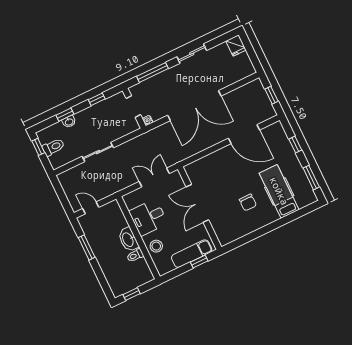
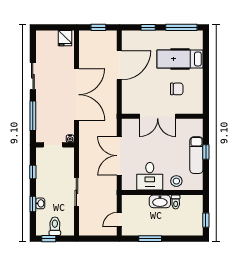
fridge: (236, 46) -> (65, 38), moved, turned 90
double door: (154, 177) -> (119, 156), width x1.37
window: (311, 178) -> (181, 27), width x1.44
double door: (197, 203) -> (158, 116), moved
wall: (200, 208) -> (162, 116), moved

